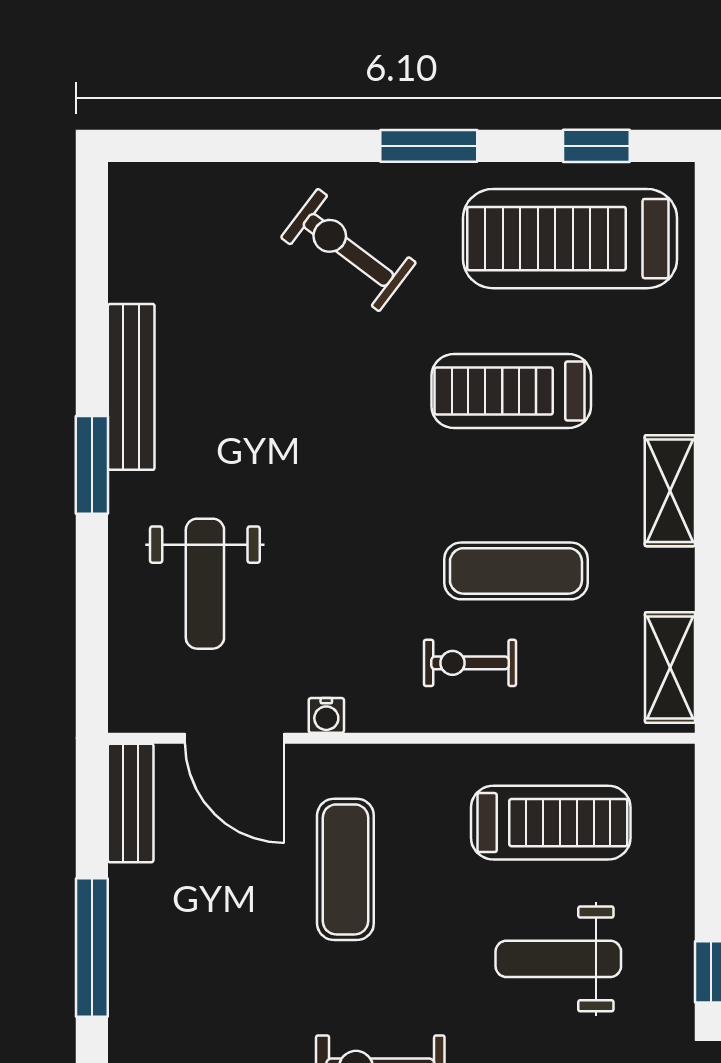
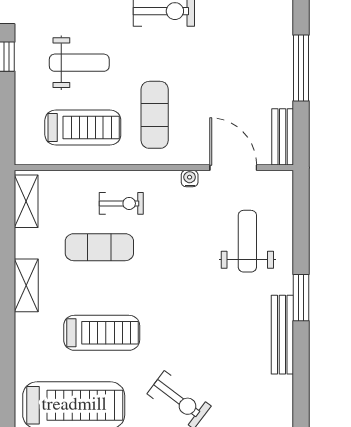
treadmill: (551, 823) -> (83, 128), turned 180
exercise mat: (345, 869) -> (155, 115), moved

